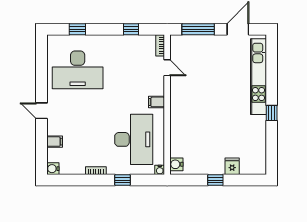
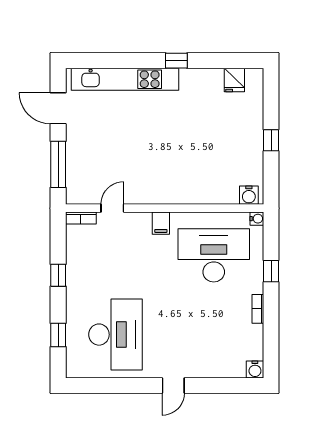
window: (131, 29) -> (58, 275), moved
filing cabinet: (55, 142) -> (217, 367), removed
fridge: (232, 166) -> (234, 80), moved, turned -90

